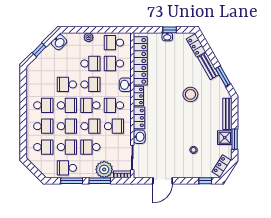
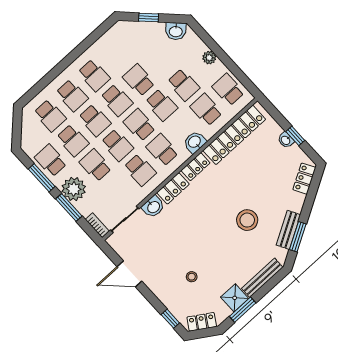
bench: (208, 66) -> (288, 230), moved
plant: (104, 169) -> (74, 189), moved

